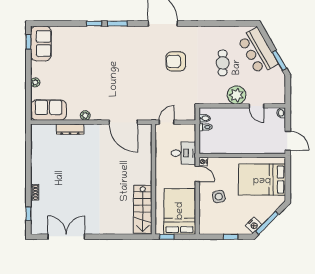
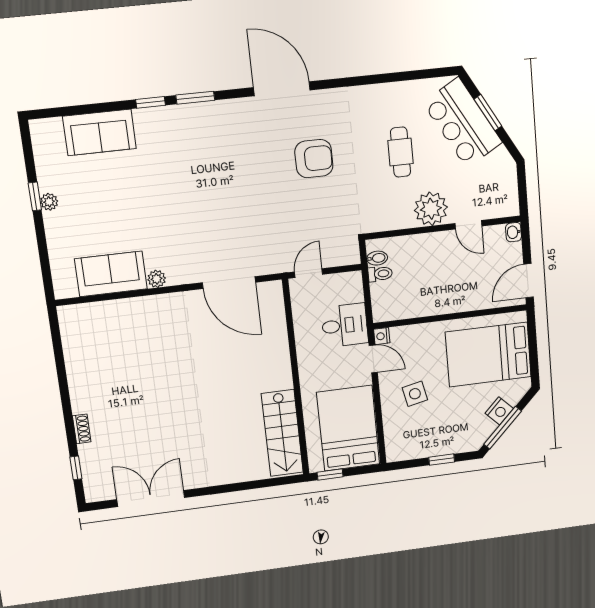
window: (28, 42) -> (35, 196), moved
sofa: (41, 43) -> (99, 132), moved, turned 90
window: (279, 60) -> (488, 113), moved
armchair: (176, 61) -> (314, 159), turned 180
plant: (35, 82) -> (49, 202), moved
sofa: (49, 110) -> (111, 274), moved
dresser: (70, 129) -> (131, 307), removed
door: (288, 141) -> (528, 281), swing flipped
nightstand: (254, 225) -> (499, 411), moved

